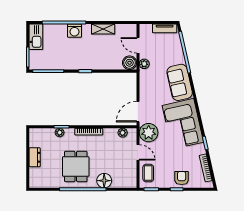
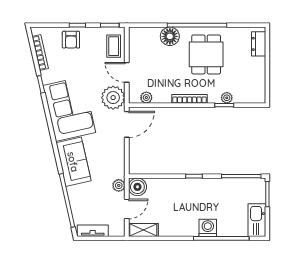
shelving: (103, 29) -> (143, 230), moved
door: (138, 45) -> (127, 209), hinge flipped
dresser: (35, 157) -> (259, 44), moved

